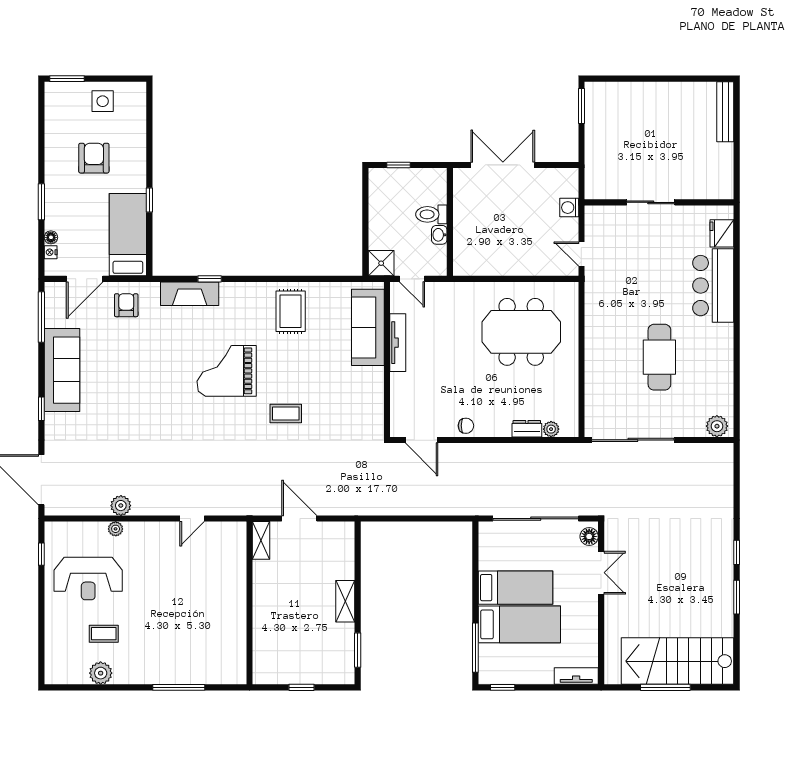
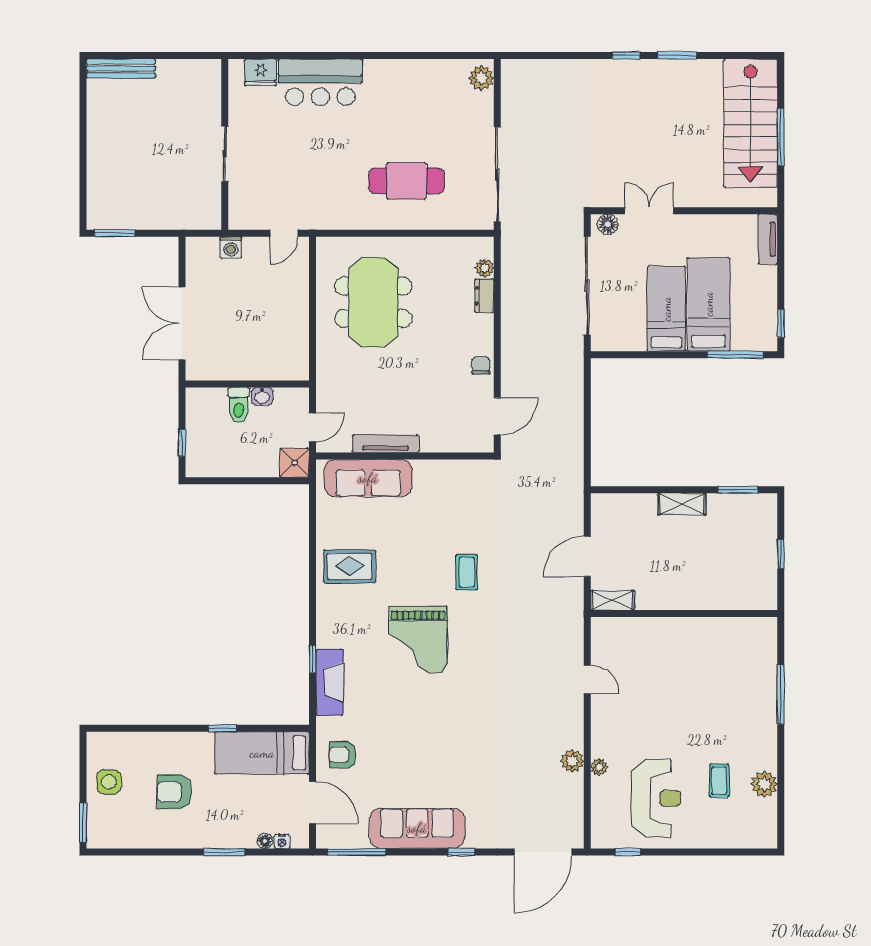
cafe table: (659, 357) -> (407, 181), moved

